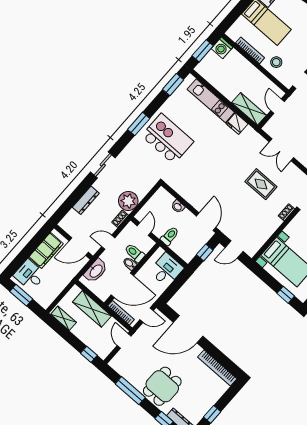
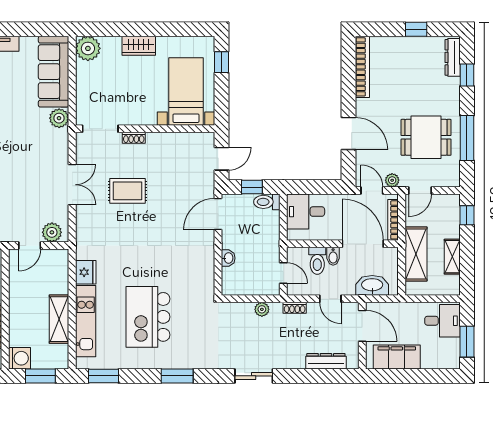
shelving: (249, 109) -> (59, 319), moved
plant: (274, 124) -> (52, 232), added
kitchen island: (167, 139) -> (148, 317), moved
double door: (281, 150) -> (72, 185), moved
rug: (261, 184) -> (127, 191), turned 90
dresser: (86, 200) -> (326, 361), moved
plant: (128, 201) -> (262, 309), width x0.53, depth x0.53
door: (144, 229) -> (283, 273), swing flipped
toilet: (170, 236) -> (267, 202), moved
door: (234, 249) -> (221, 159), hinge flipped
desk: (30, 275) -> (442, 321), moved, turned -90
shelving: (64, 318) -> (452, 257), moved
door: (188, 329) -> (348, 134), width x0.73
plant: (143, 331) -> (392, 180), added
dining table: (162, 386) -> (426, 137), moved

